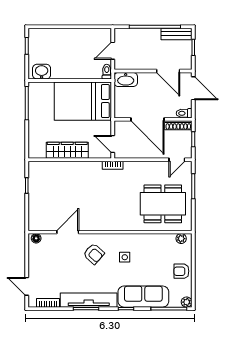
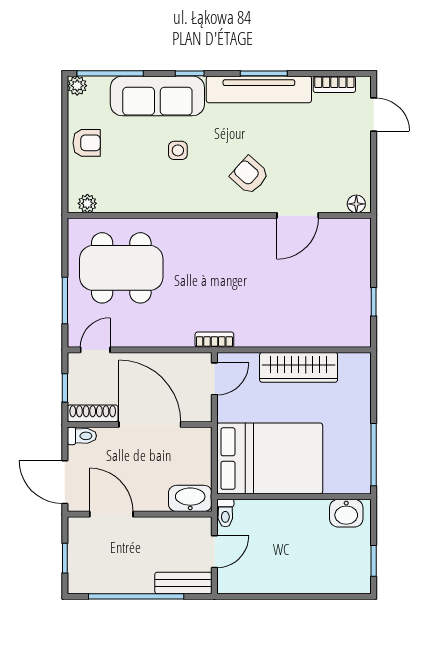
bench: (177, 34) -> (183, 583), moved
door: (113, 144) -> (214, 379), hinge flipped
side table: (125, 257) -> (178, 150), moved

